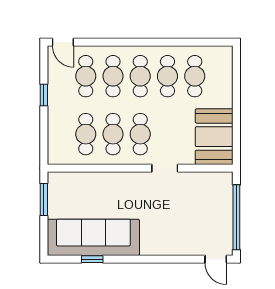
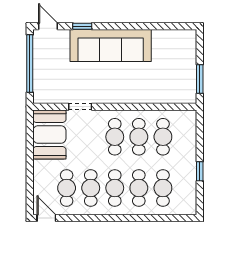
door: (63, 42) -> (46, 218), moved
doorway: (165, 168) -> (80, 107), moved
sofa: (93, 237) -> (111, 46), moved
window: (92, 259) -> (82, 26), moved

